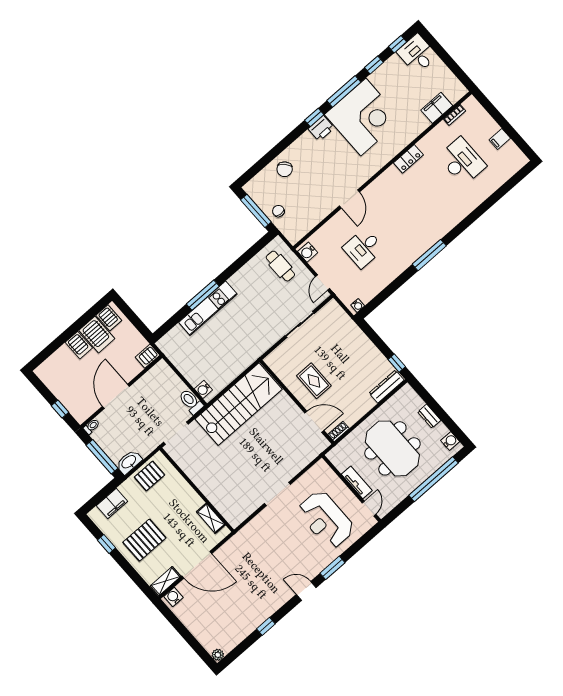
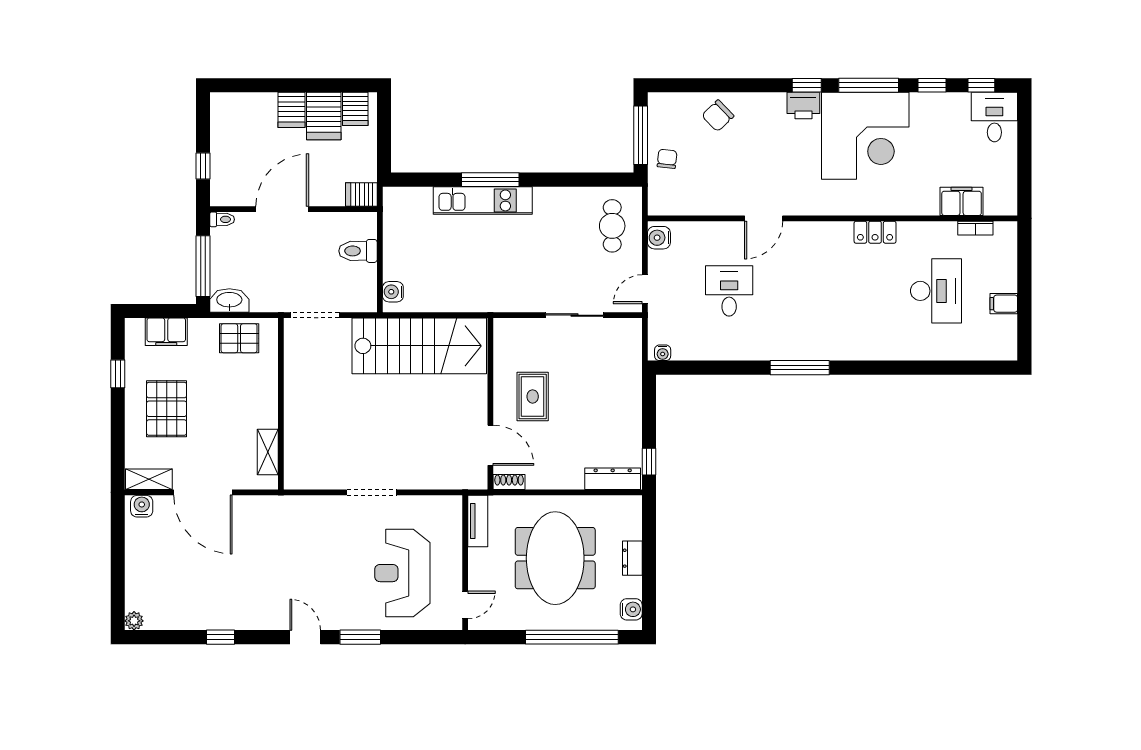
desk: (363, 248) -> (729, 291), turned 90
toilet: (191, 402) -> (358, 251), moved, turned -90
tv unit: (357, 482) -> (478, 521), moved
pallet: (144, 540) -> (167, 409), turned 90

